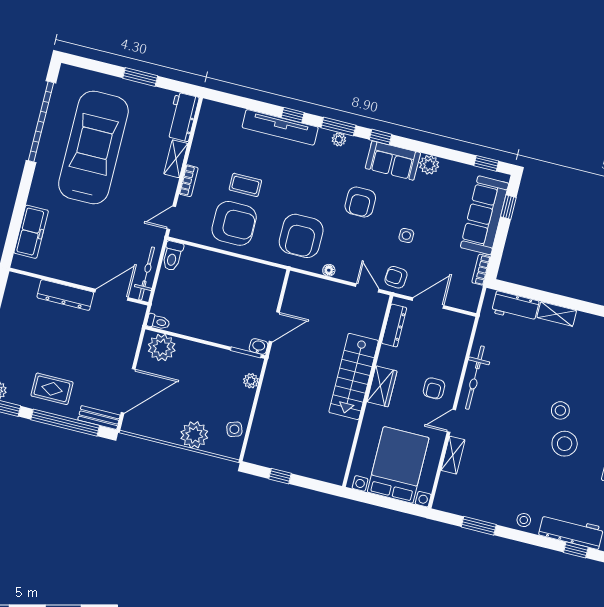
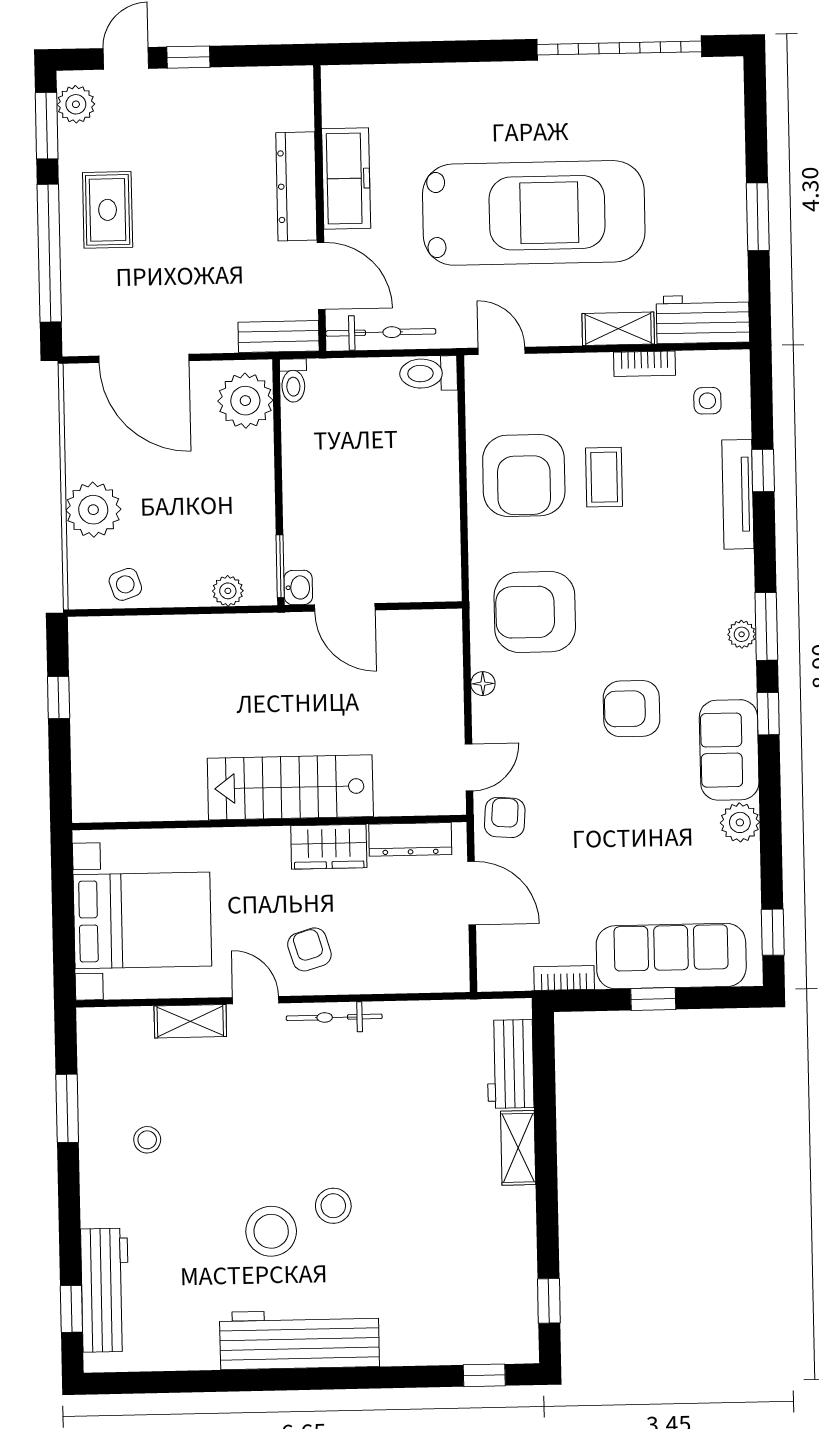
window: (293, 115) -> (763, 471), moved
tv unit: (280, 127) -> (738, 494), width x0.73, depth x0.78
car: (93, 147) -> (534, 213), moved
bookcase: (189, 181) -> (644, 364), moved
window: (508, 207) -> (653, 999), moved
freezer: (31, 232) -> (346, 178), moved, turned -90
side table: (406, 235) -> (707, 401), moved
bicycle: (475, 378) -> (334, 1017), width x0.73, depth x0.71
wardrobe: (382, 386) -> (329, 847), moved
armchair: (434, 388) -> (309, 949), turned 73
bench: (99, 418) -> (279, 337), moved, turned 90
stool: (524, 520) -> (147, 1140), moved

